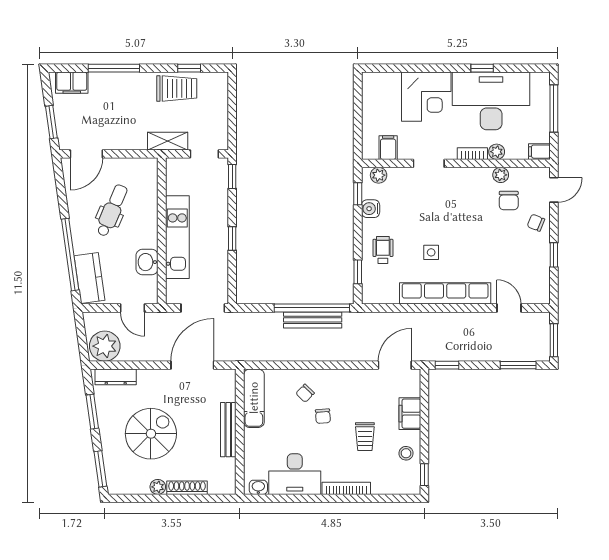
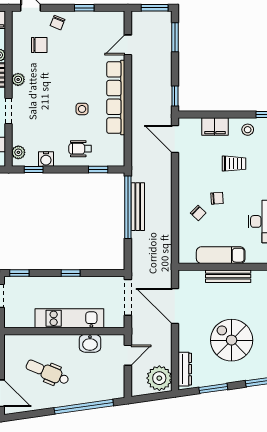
plant: (501, 175) -> (18, 79), moved
kitchen counter: (89, 278) -> (103, 391), removed
exam couch: (254, 398) -> (221, 255), moved

